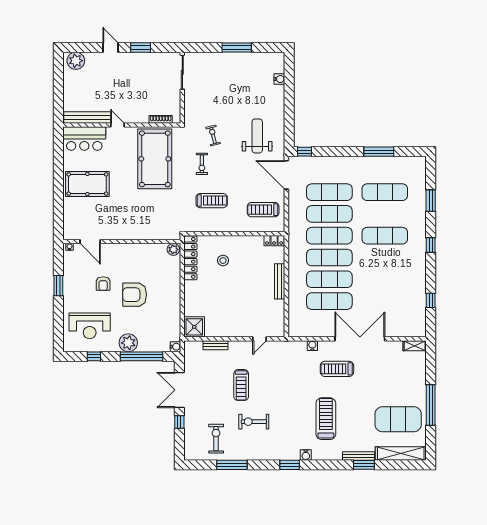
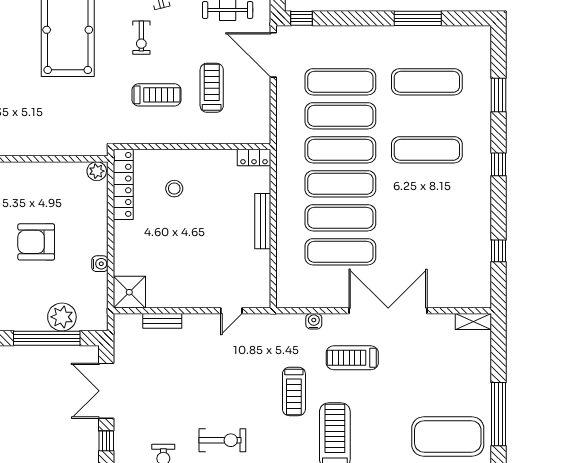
treadmill: (263, 210) -> (212, 88), moved, turned 90
plant: (128, 343) -> (62, 317), moved
water cooler: (175, 347) -> (100, 264), moved
treadmill: (241, 385) -> (294, 391), moved
exercise bike: (254, 422) -> (222, 440), turned 180

